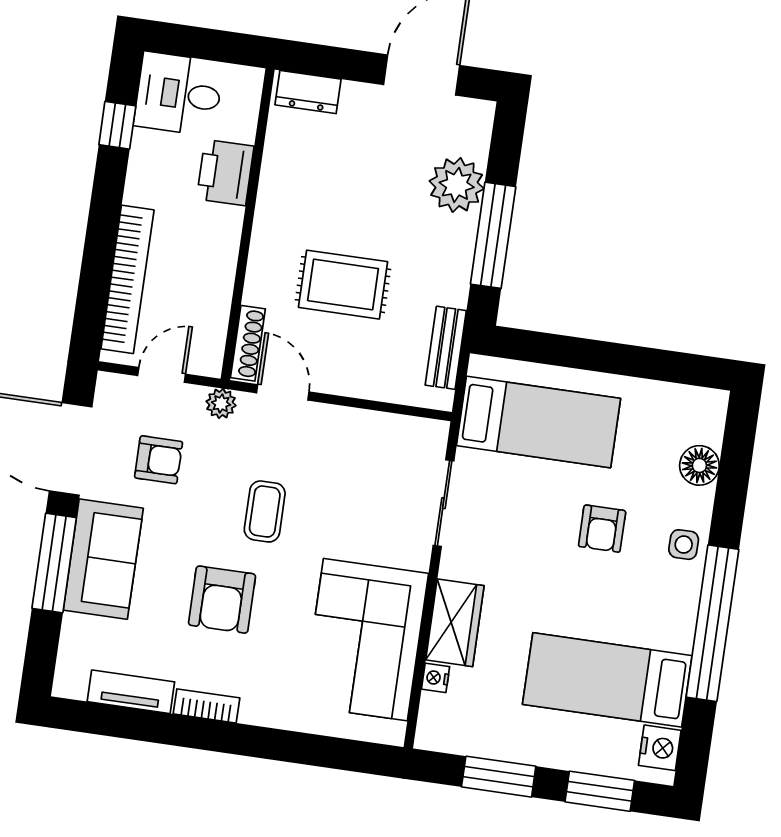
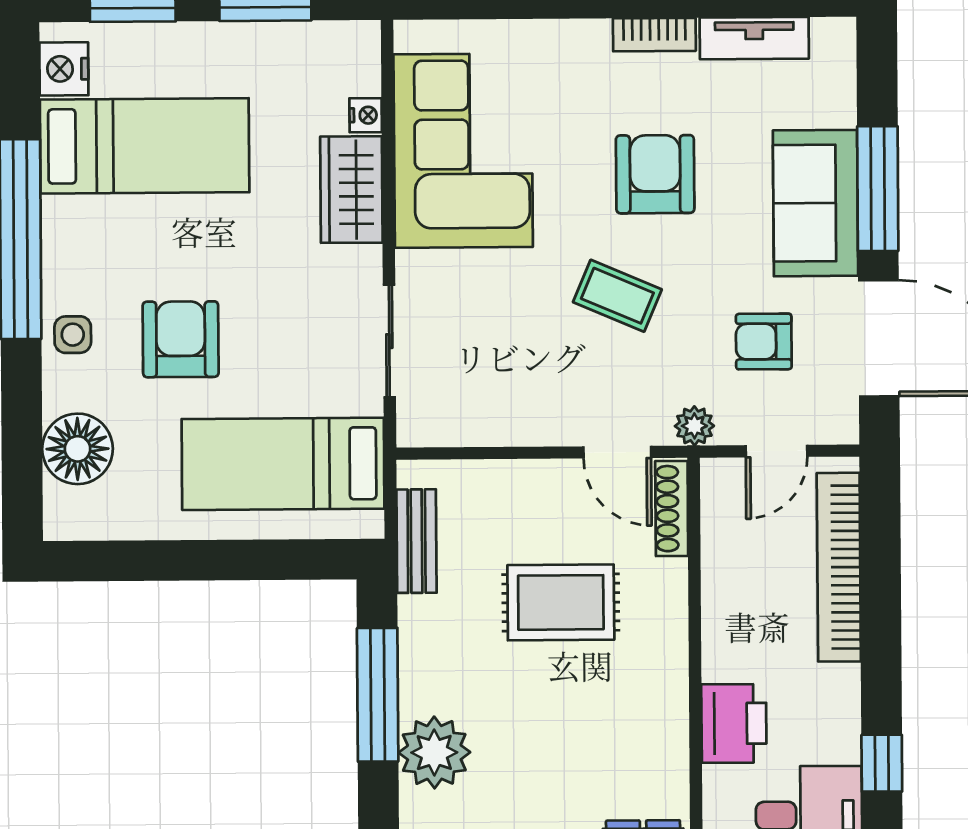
floor lamp: (699, 465) -> (77, 449), width x1.38, depth x1.38
coffee table: (265, 511) -> (617, 296), turned -67
armchair: (602, 529) -> (181, 339), width x1.38, depth x1.38

